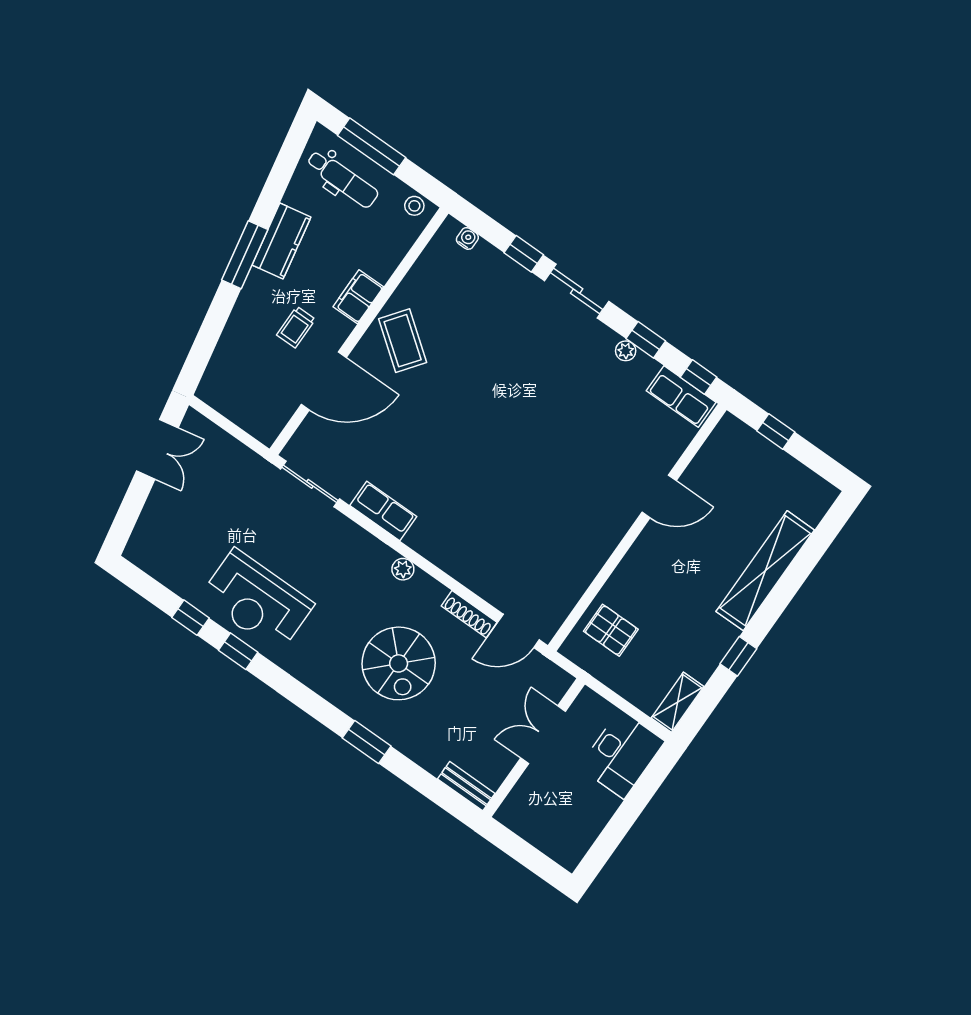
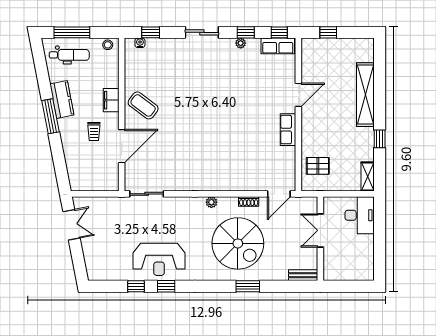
window: (524, 254) -> (151, 32), moved
row of seats: (383, 511) -> (288, 130), moved, turned -90
shoe rack: (469, 614) -> (249, 201), width x0.70
spiral stairs: (399, 663) -> (238, 243), width x1.37, depth x1.37

